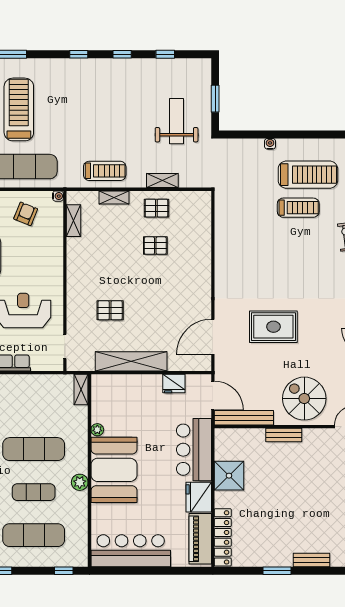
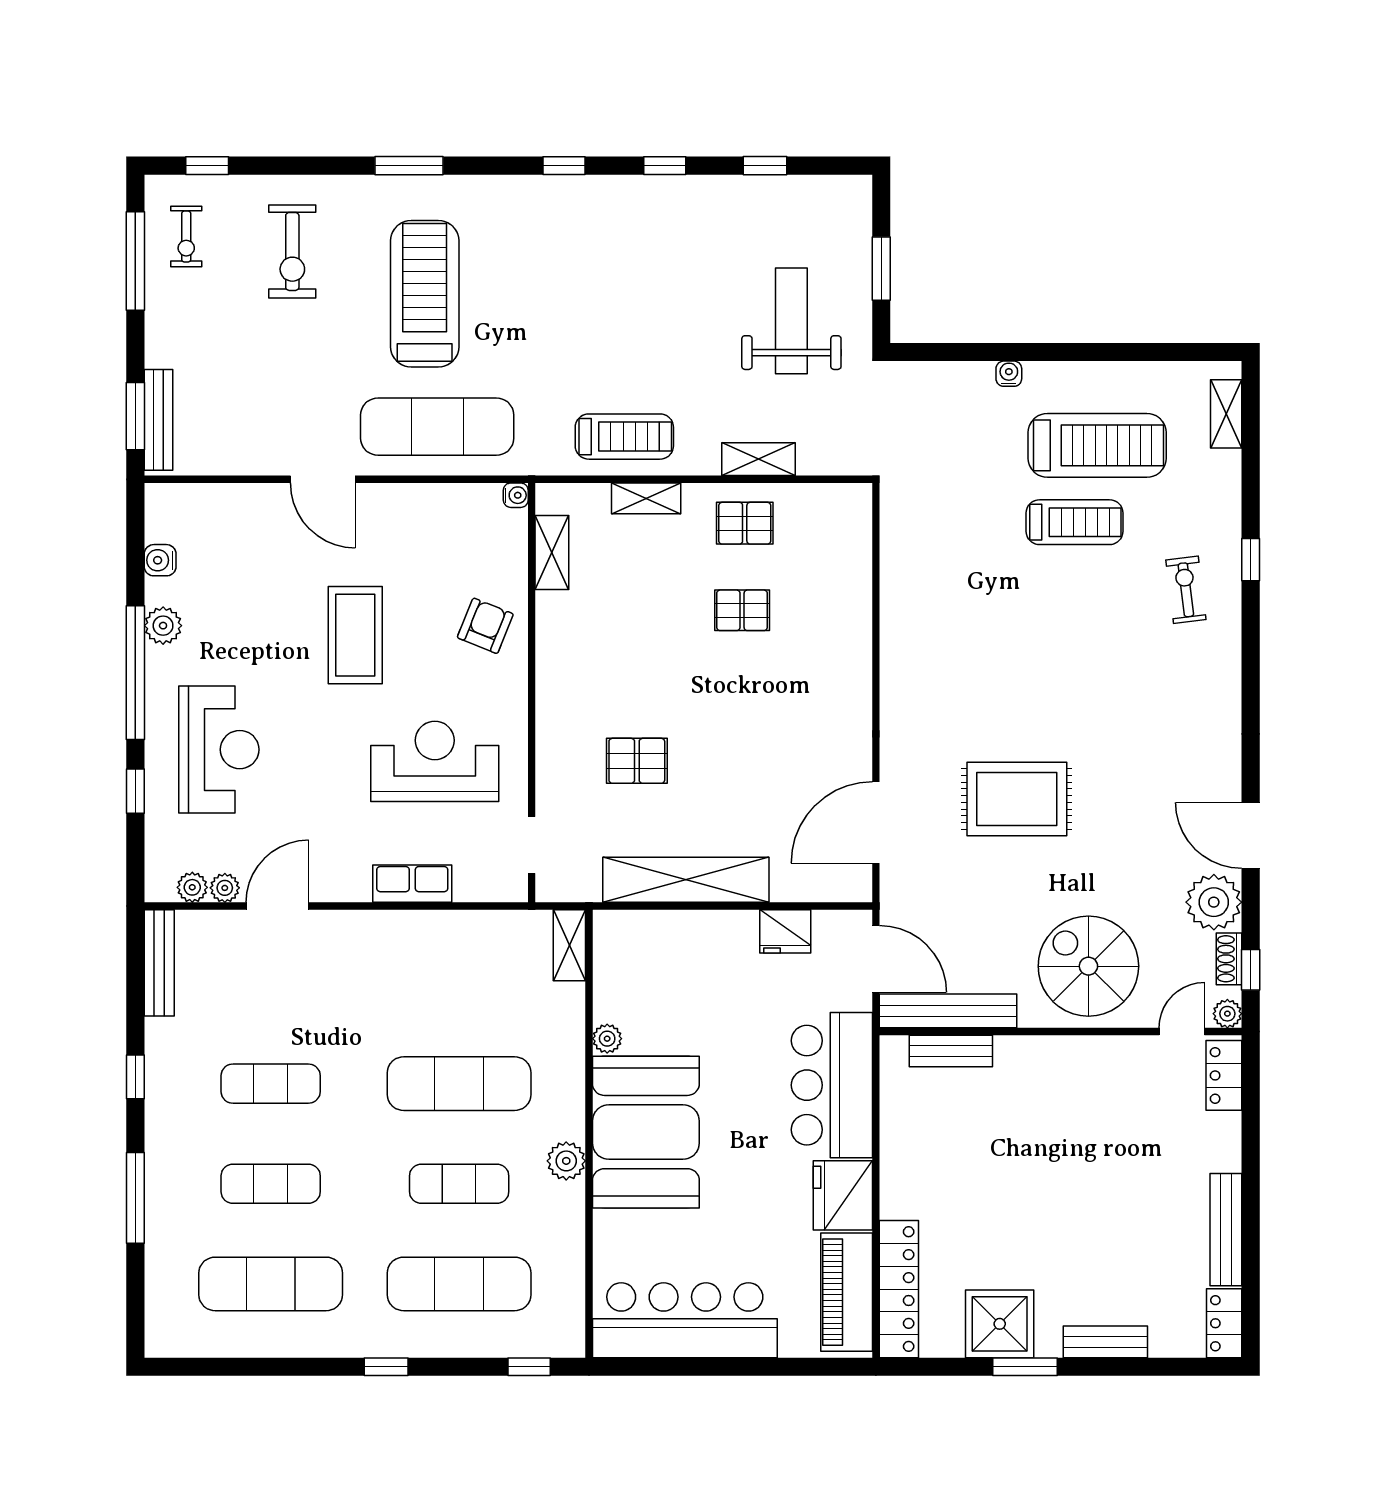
armchair: (26, 214) -> (485, 626), moved
bench: (284, 435) -> (951, 1051), moved
shower: (229, 476) -> (1000, 1324), moved

